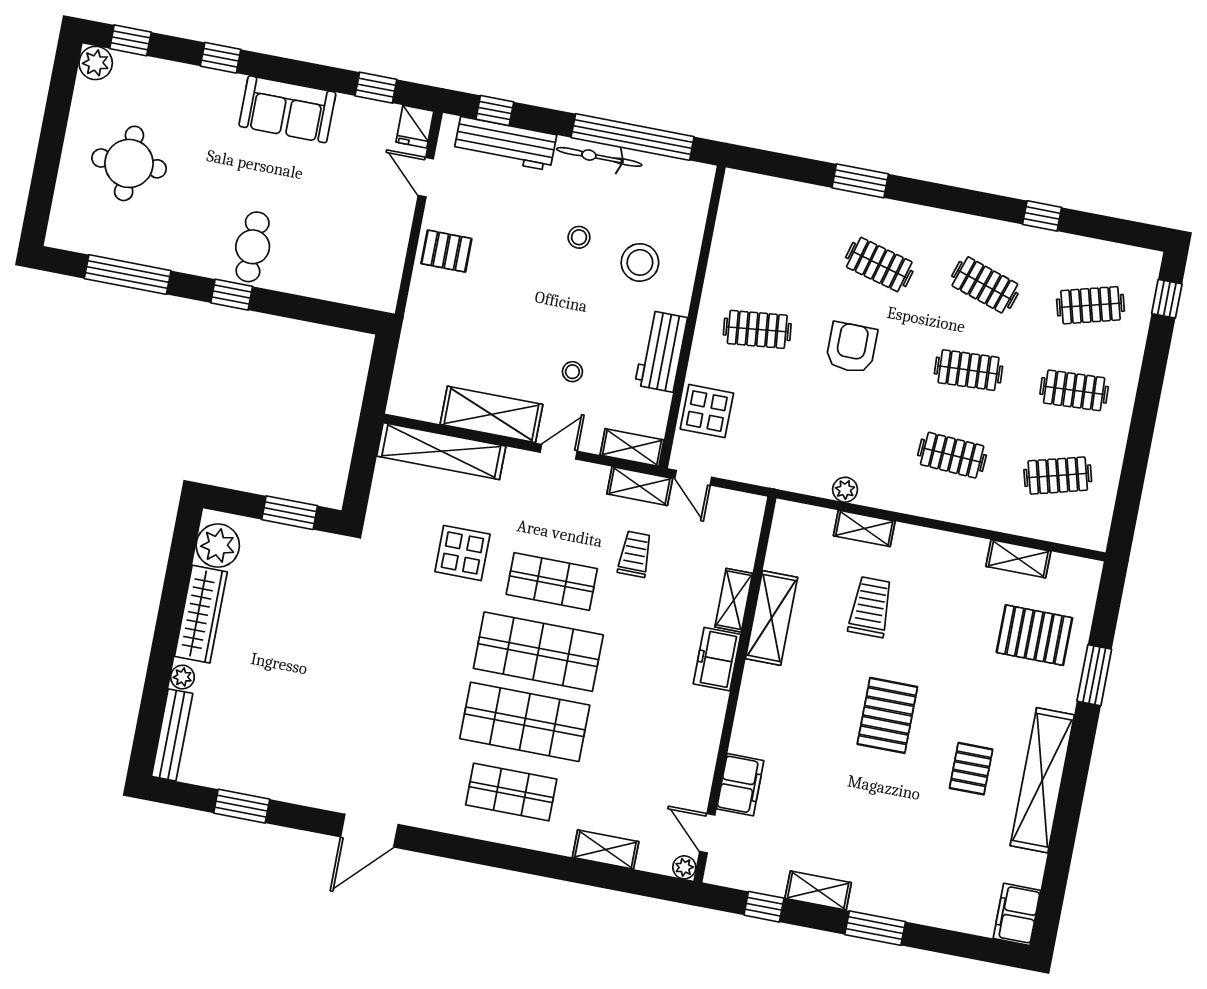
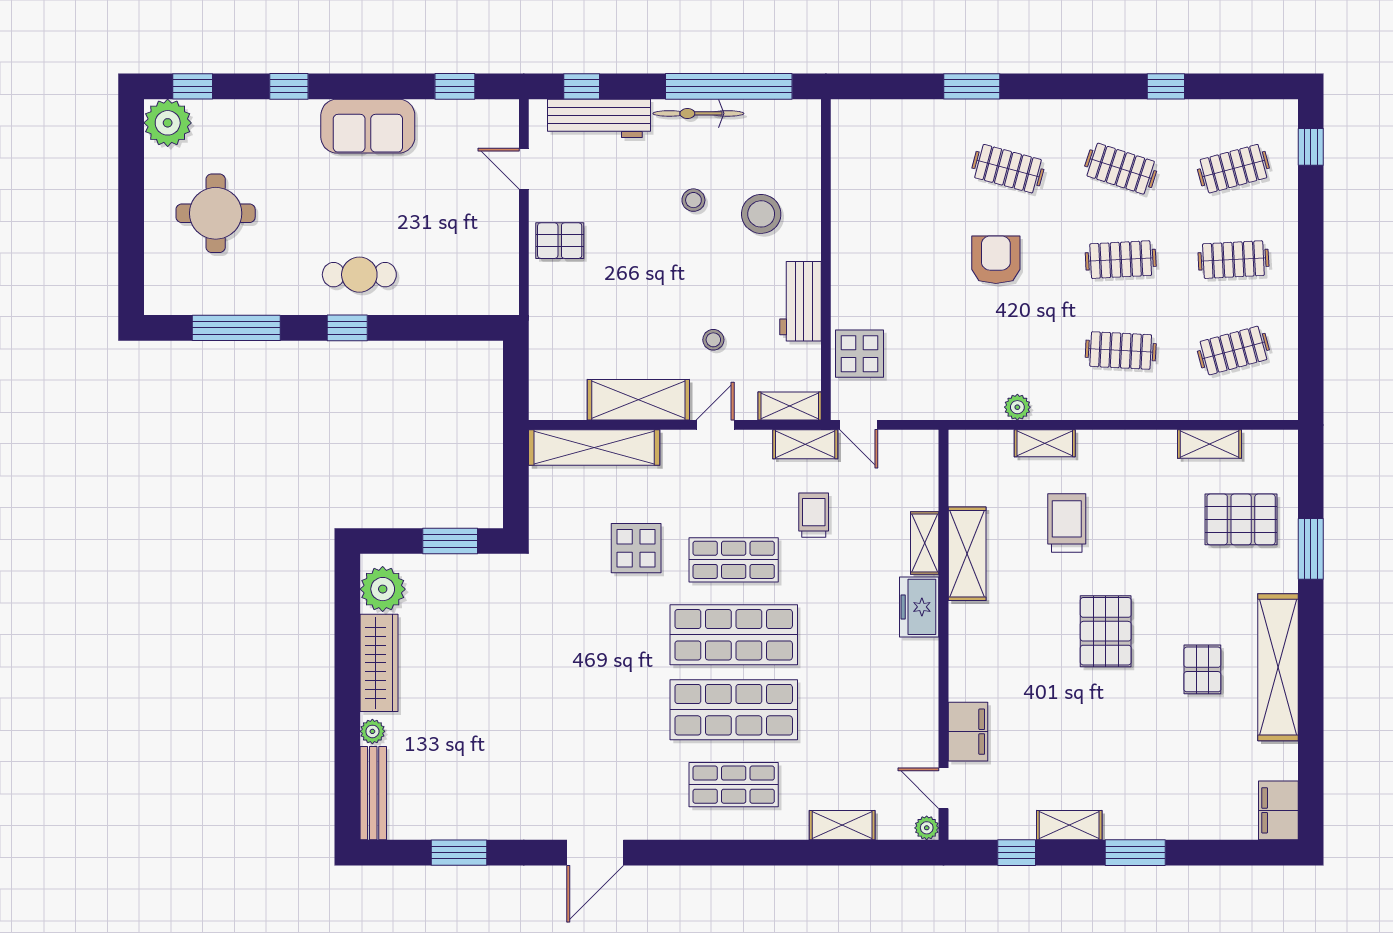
plant: (96, 63) -> (168, 123), width x1.36, depth x1.36
fridge: (415, 127) -> (503, 119), removed
cafe table: (253, 247) -> (359, 275), turned 90
clothes rail: (757, 329) -> (895, 260), removed

